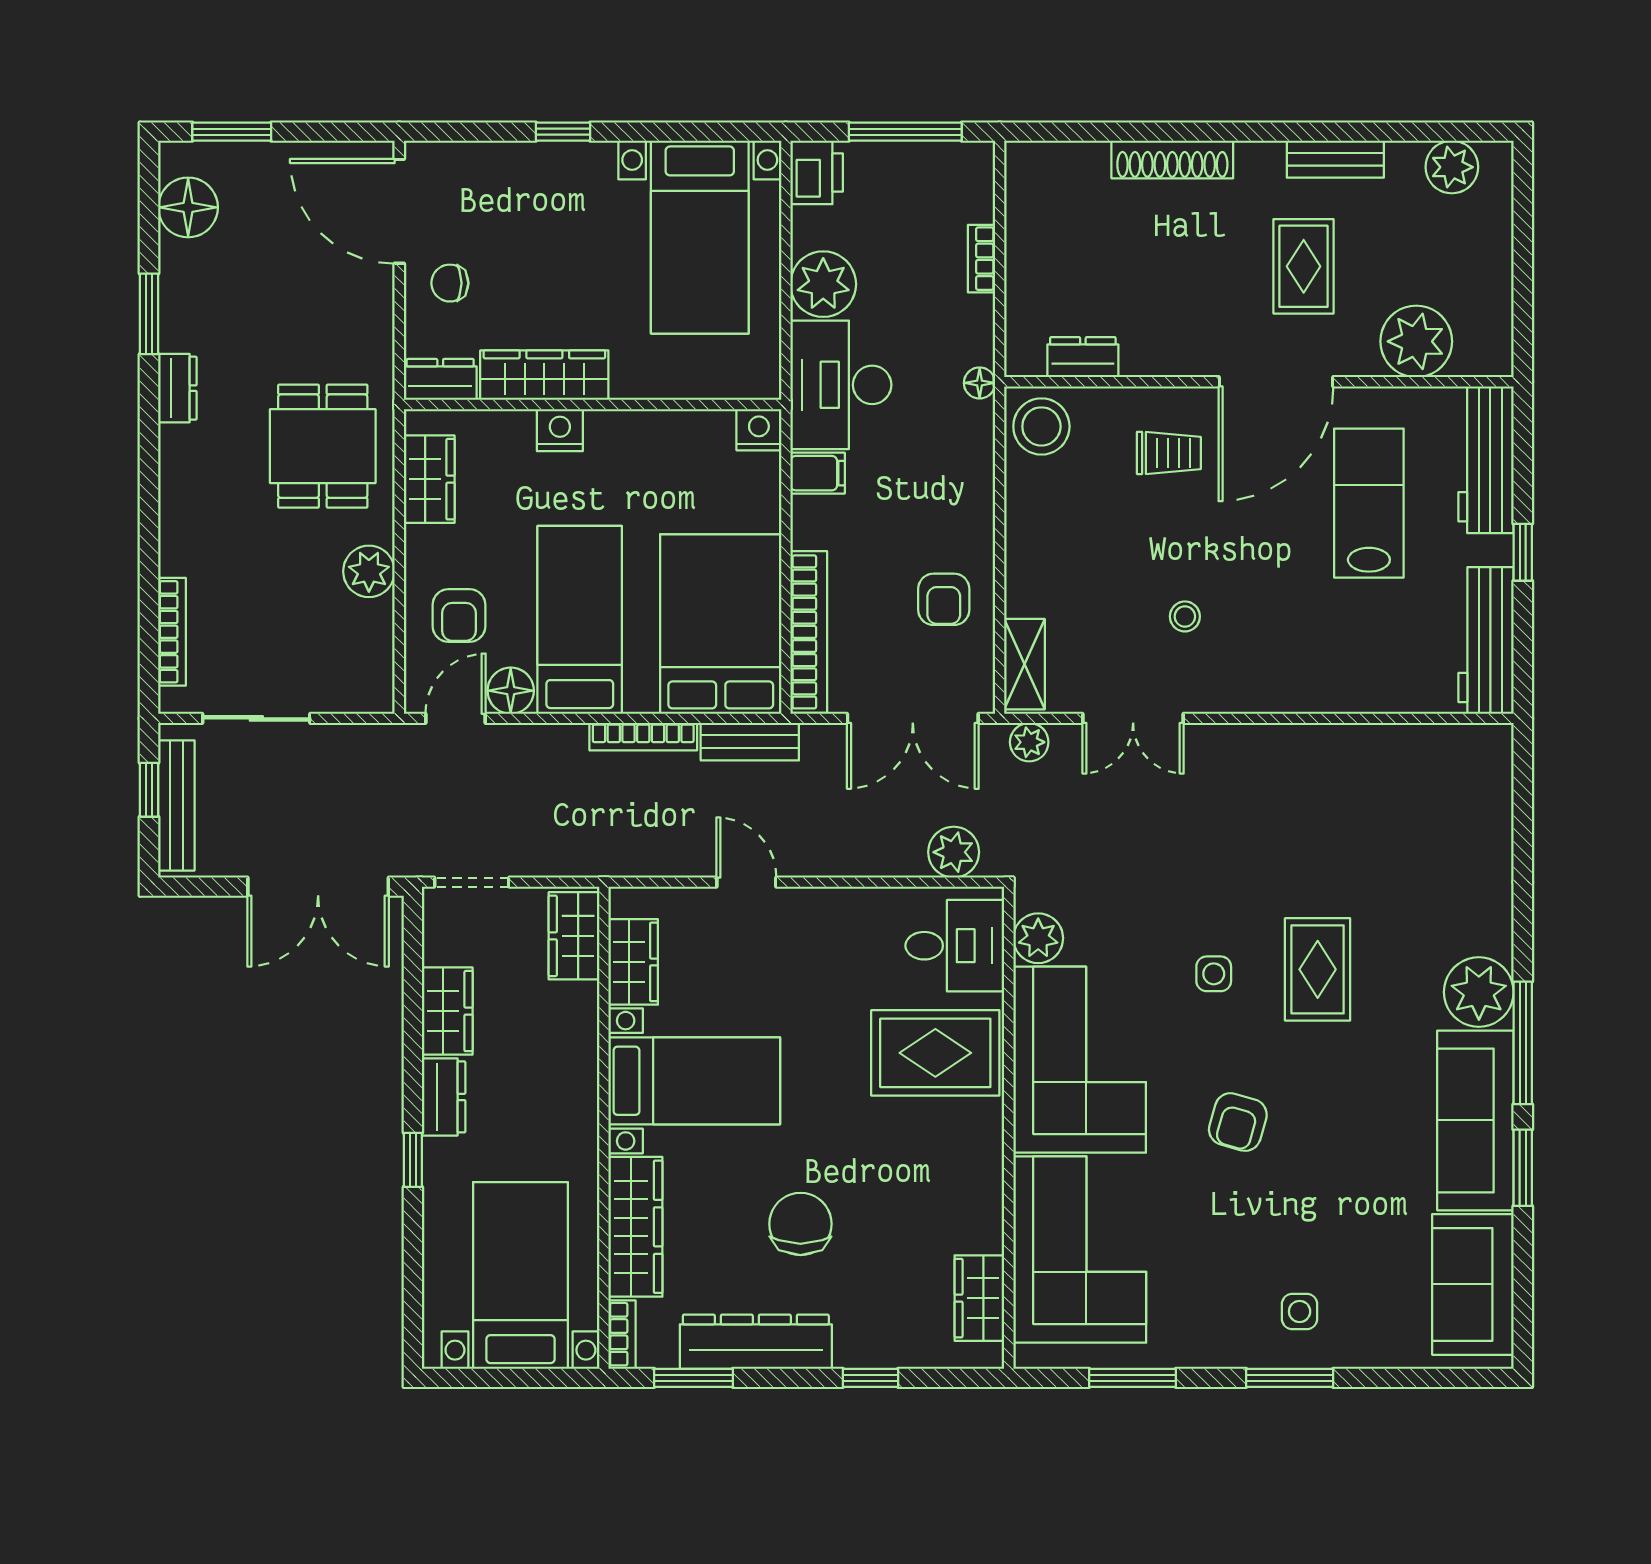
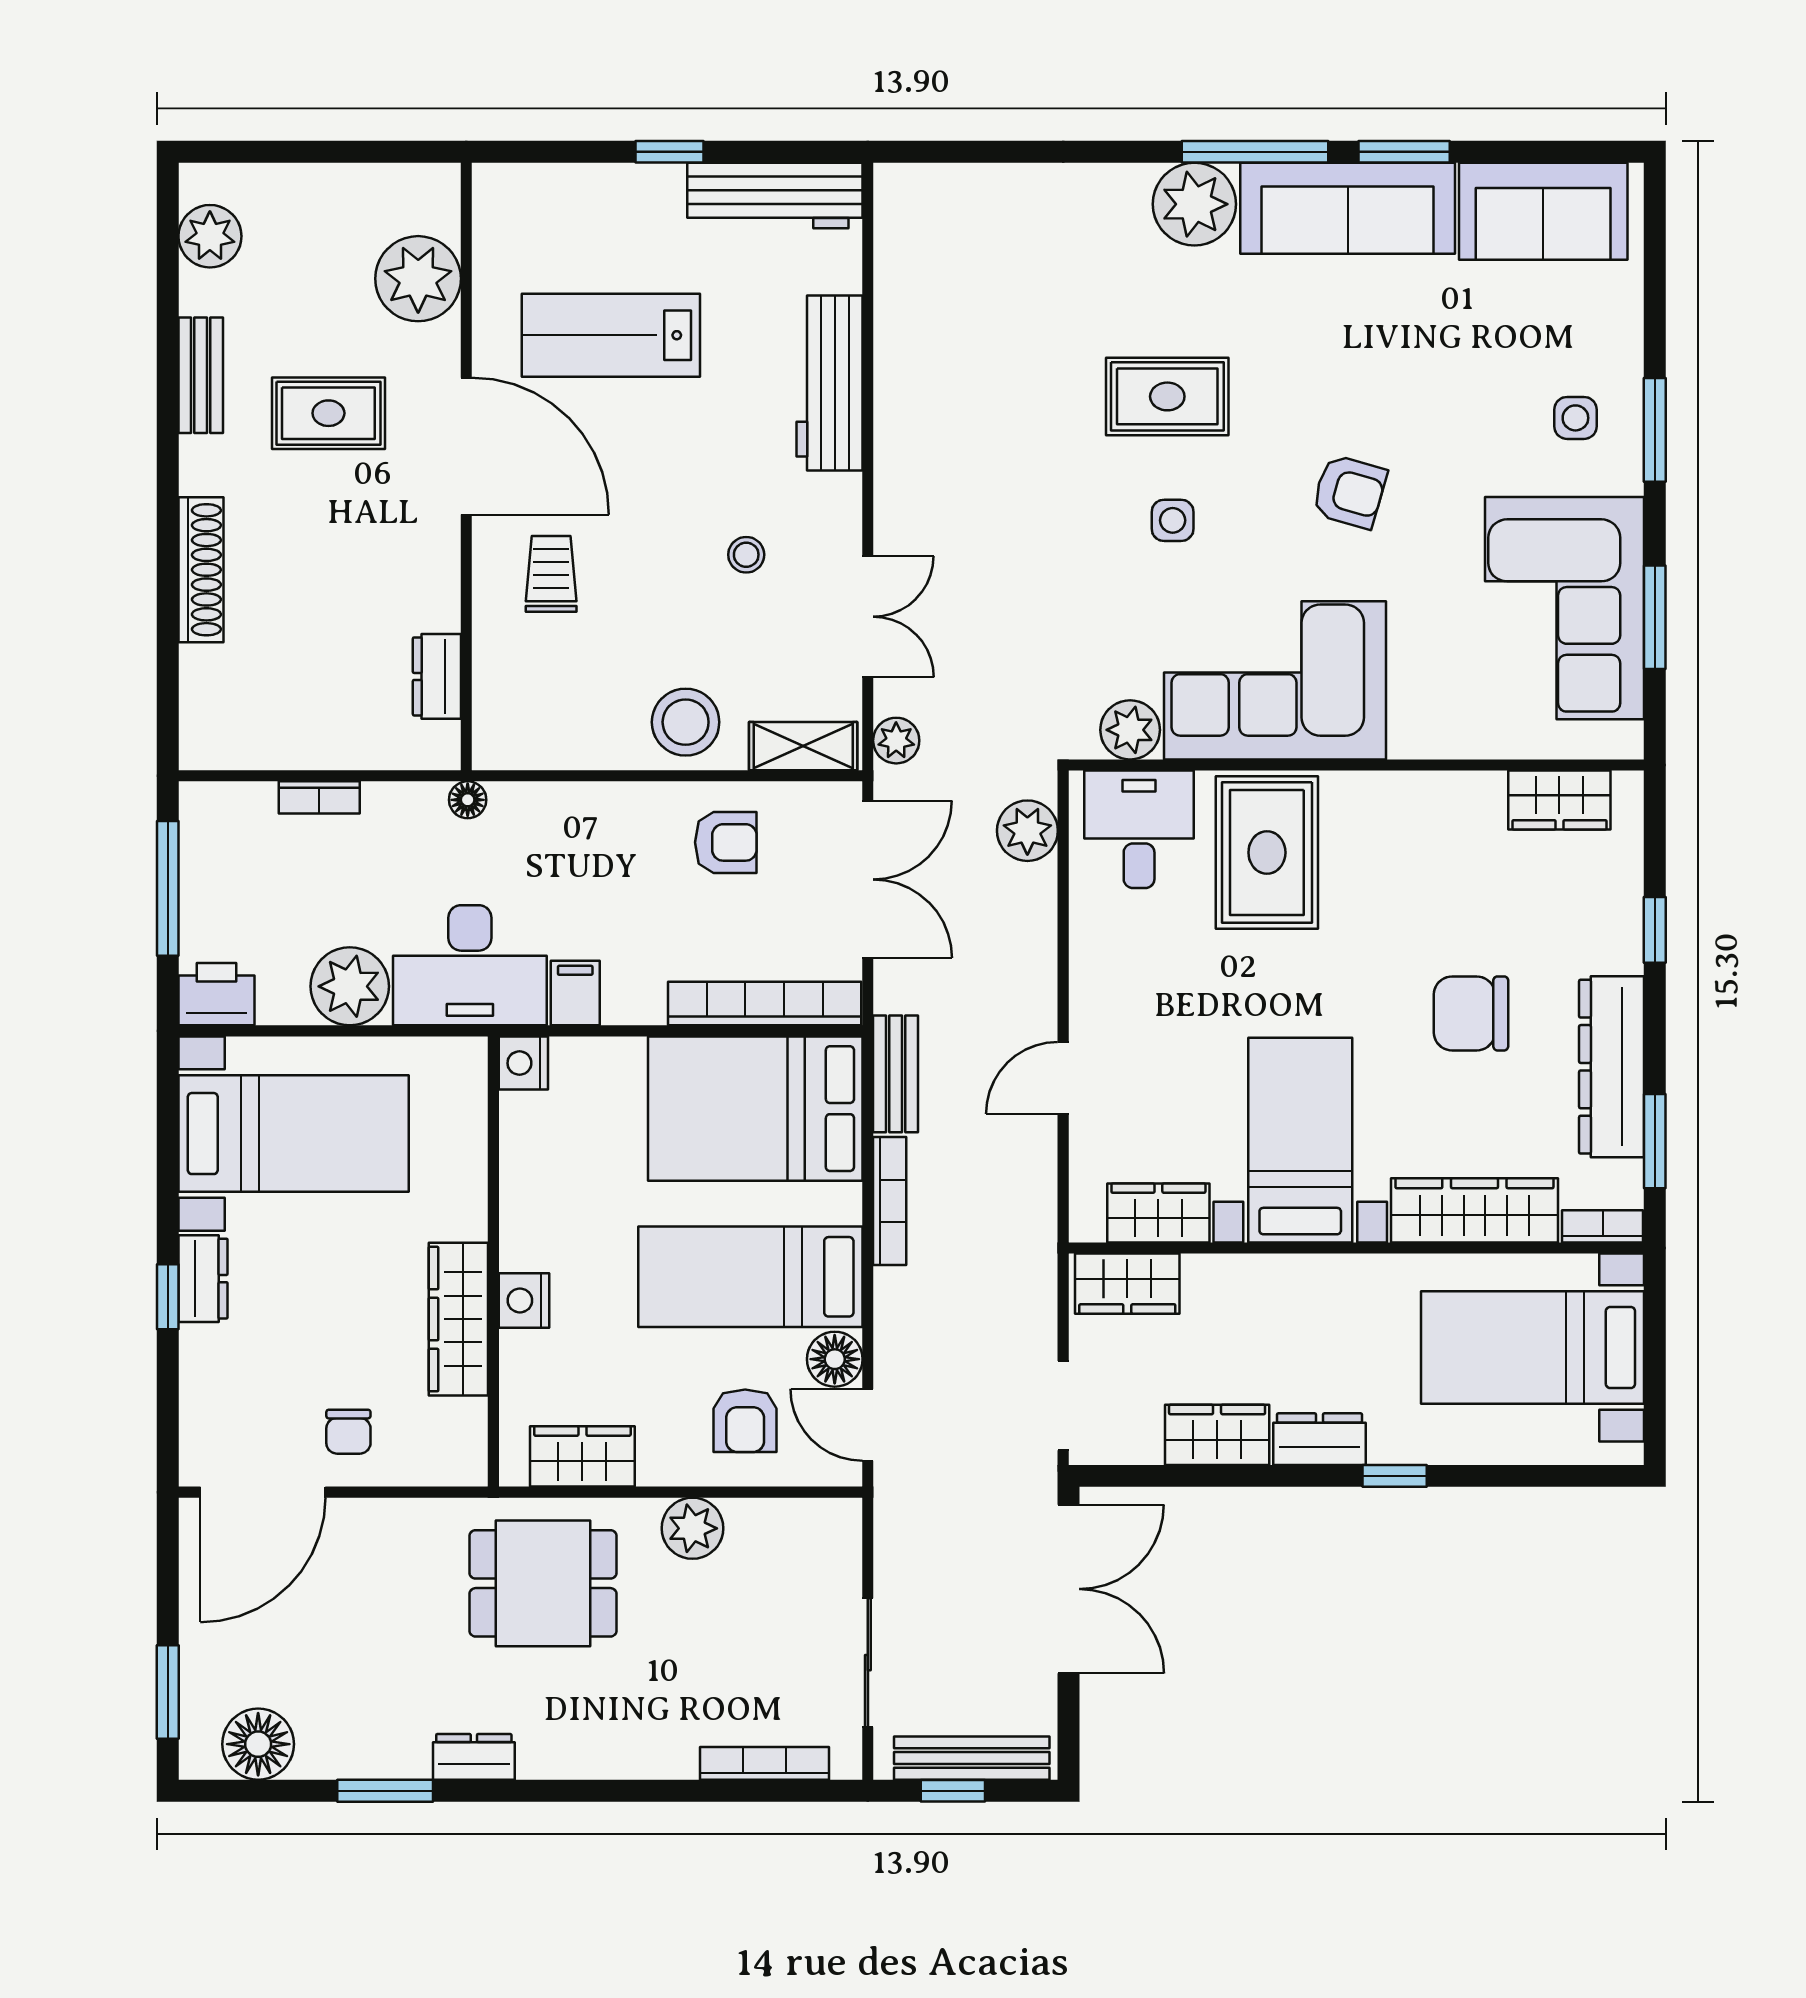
dresser: (440, 379) -> (203, 1279), moved, turned 180
stool: (1041, 426) -> (686, 722), moved
workbench: (1486, 460) -> (829, 383), moved, turned 90
armchair: (459, 616) -> (745, 1421), turned 90
corner sofa: (1080, 1249) -> (1565, 608), moved, turned -90

